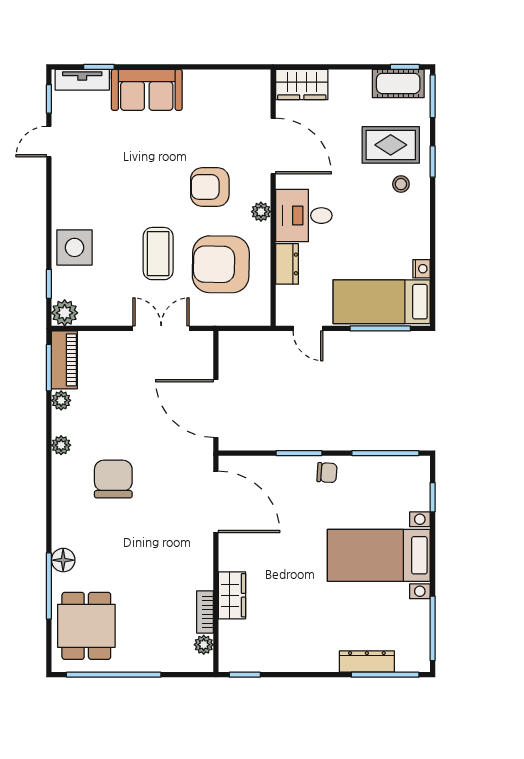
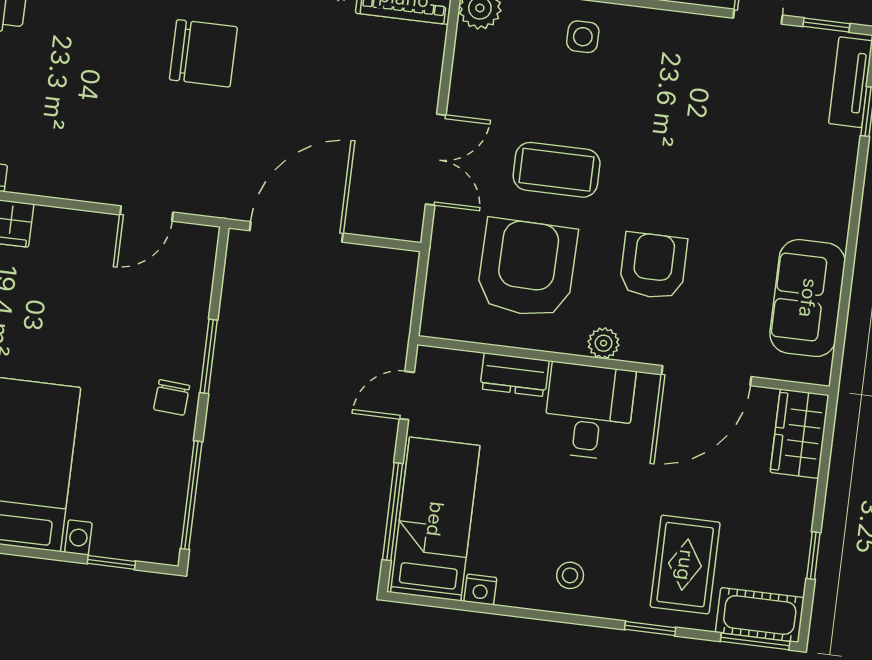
window: (405, 67) -> (813, 556), moved
cot: (398, 83) -> (760, 615), moved, turned 90
sofa: (147, 90) -> (808, 298), moved
stool: (401, 184) -> (570, 575), moved
side table: (74, 247) -> (583, 37), width x0.54, depth x0.54
door: (216, 502) -> (146, 214), width x0.53

